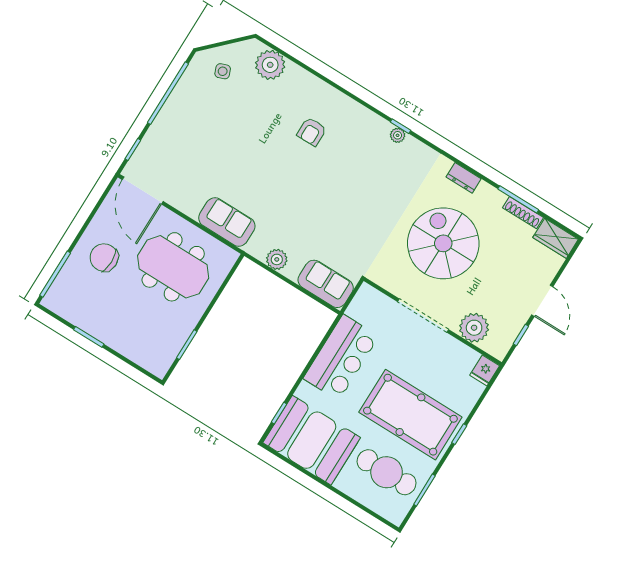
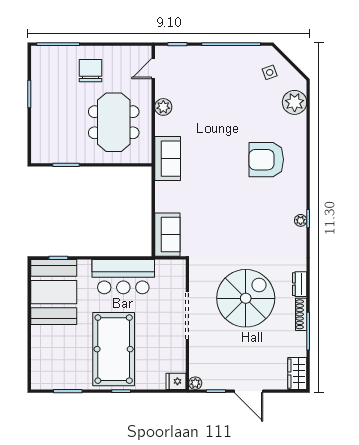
armchair: (312, 132) -> (266, 160), width x1.88, depth x1.88
door: (143, 191) -> (153, 69), width x0.53
shoe rack: (523, 213) -> (301, 314), moved
sofa: (227, 222) -> (168, 159), moved
plant: (277, 259) -> (163, 107), moved
door: (542, 301) -> (249, 391), hinge flipped
plant: (474, 328) -> (195, 383), moved, width x0.53, depth x0.53
cafe table: (387, 472) -> (64, 357), removed

